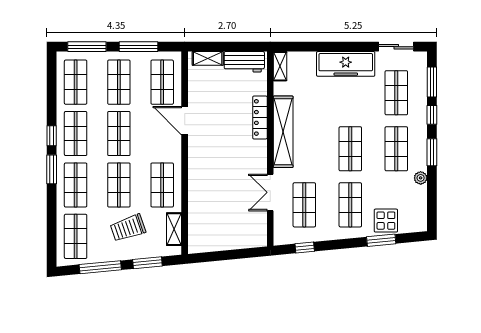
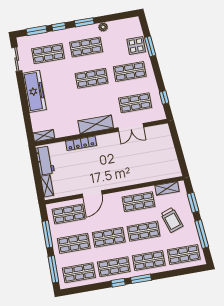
shelving: (283, 132) -> (96, 124), width x0.68

